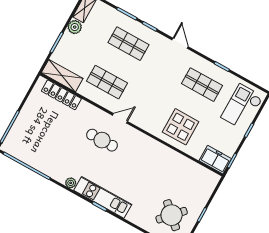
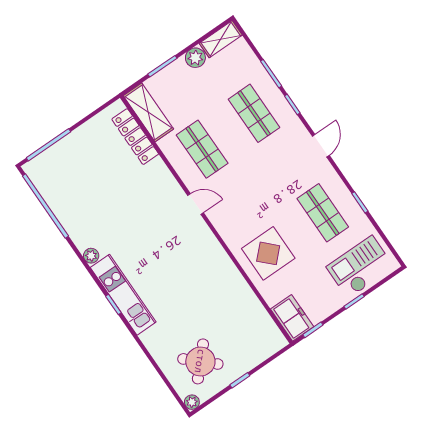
cafe table: (102, 140) -> (159, 221), removed

